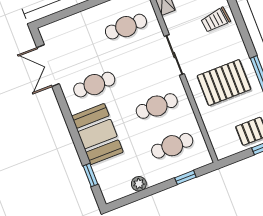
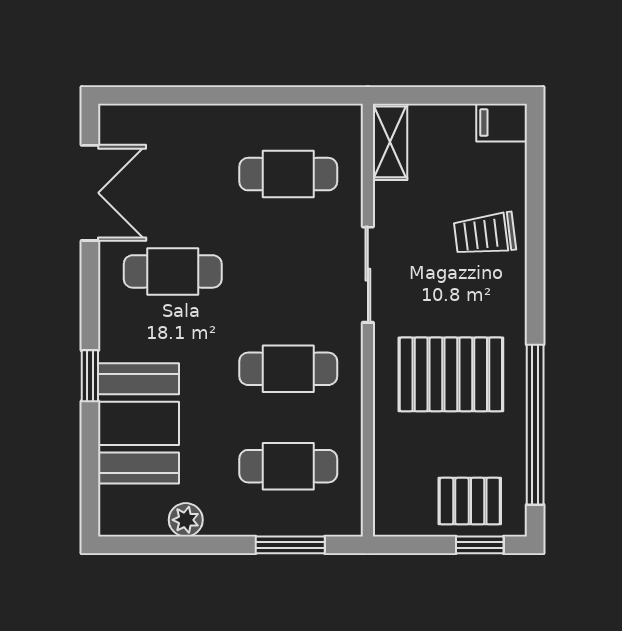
double door: (48, 66) -> (90, 193), swing flipped
booth: (97, 134) -> (138, 423), moved
window: (90, 175) -> (90, 376), moved
window: (185, 177) -> (290, 545), width x1.50

